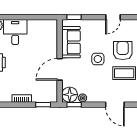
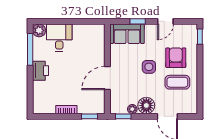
window: (74, 17) -> (138, 21), moved
sofa: (71, 42) -> (127, 34), moved, turned 90
floor lamp: (70, 95) -> (146, 105), moved

